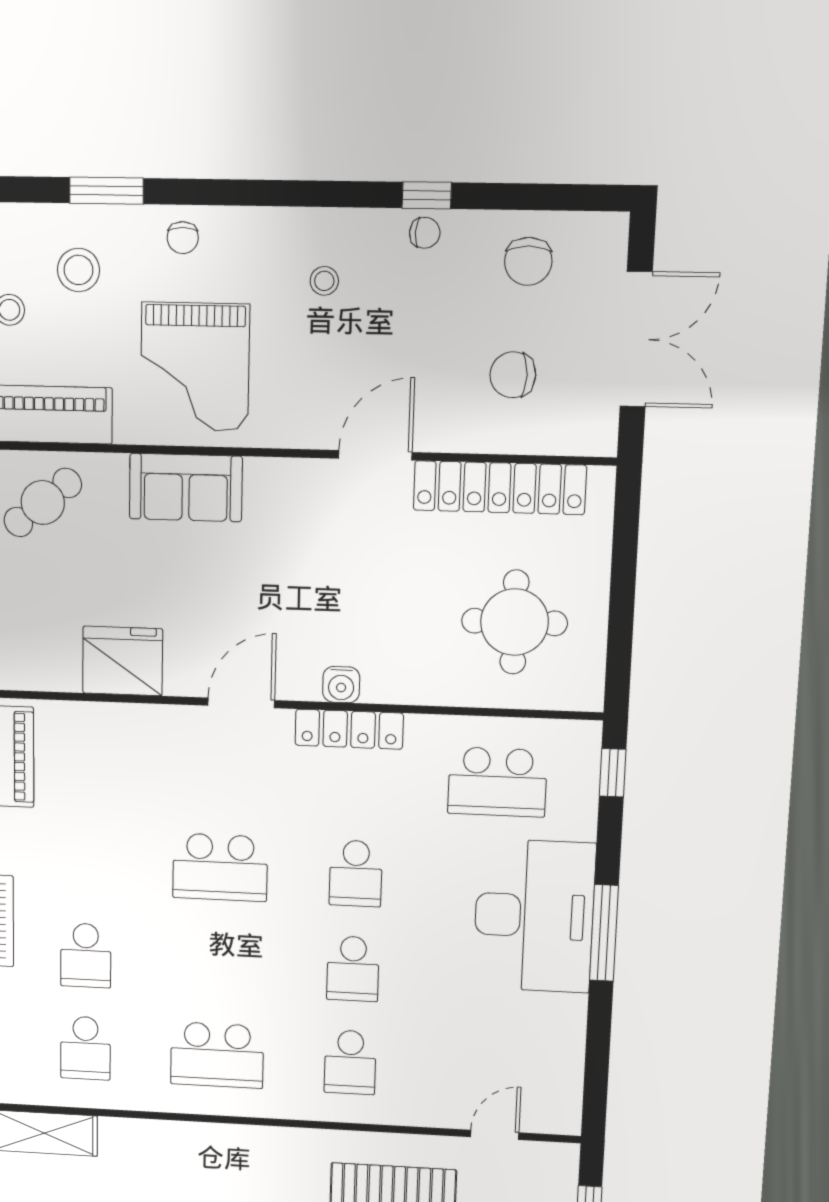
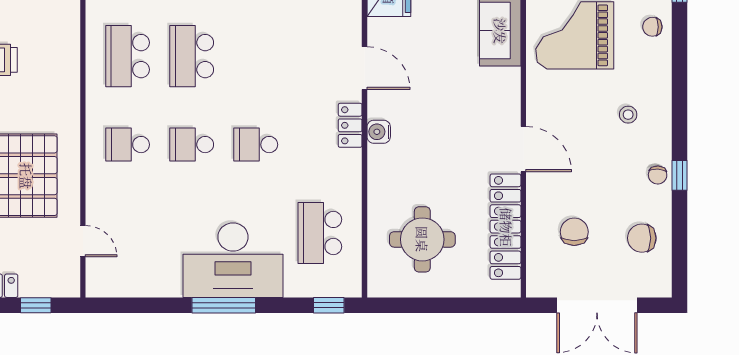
locker: (349, 729) -> (350, 125), width x0.66
school desk: (220, 867) -> (192, 56), moved

